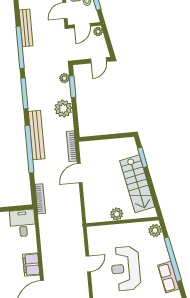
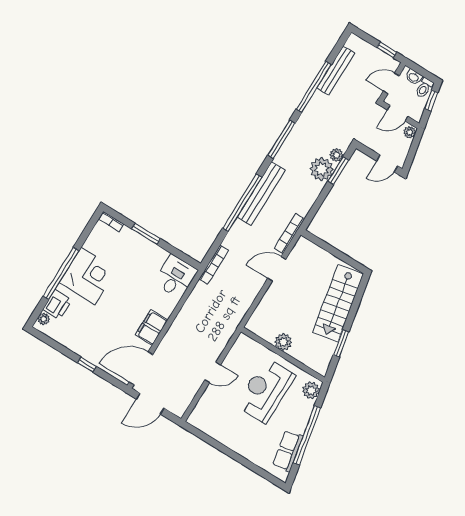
plant: (63, 109) -> (322, 169), moved
window: (143, 157) -> (341, 343), moved
stairs: (137, 184) -> (338, 303), moved
reception desk: (126, 268) -> (266, 390), moved

